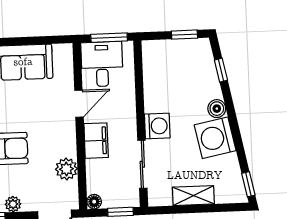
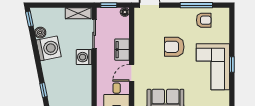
boiler: (217, 109) -> (40, 33), moved
plant: (66, 169) -> (141, 33), removed
shelving: (193, 196) -> (78, 13), moved
plant: (13, 204) -> (175, 13), removed

